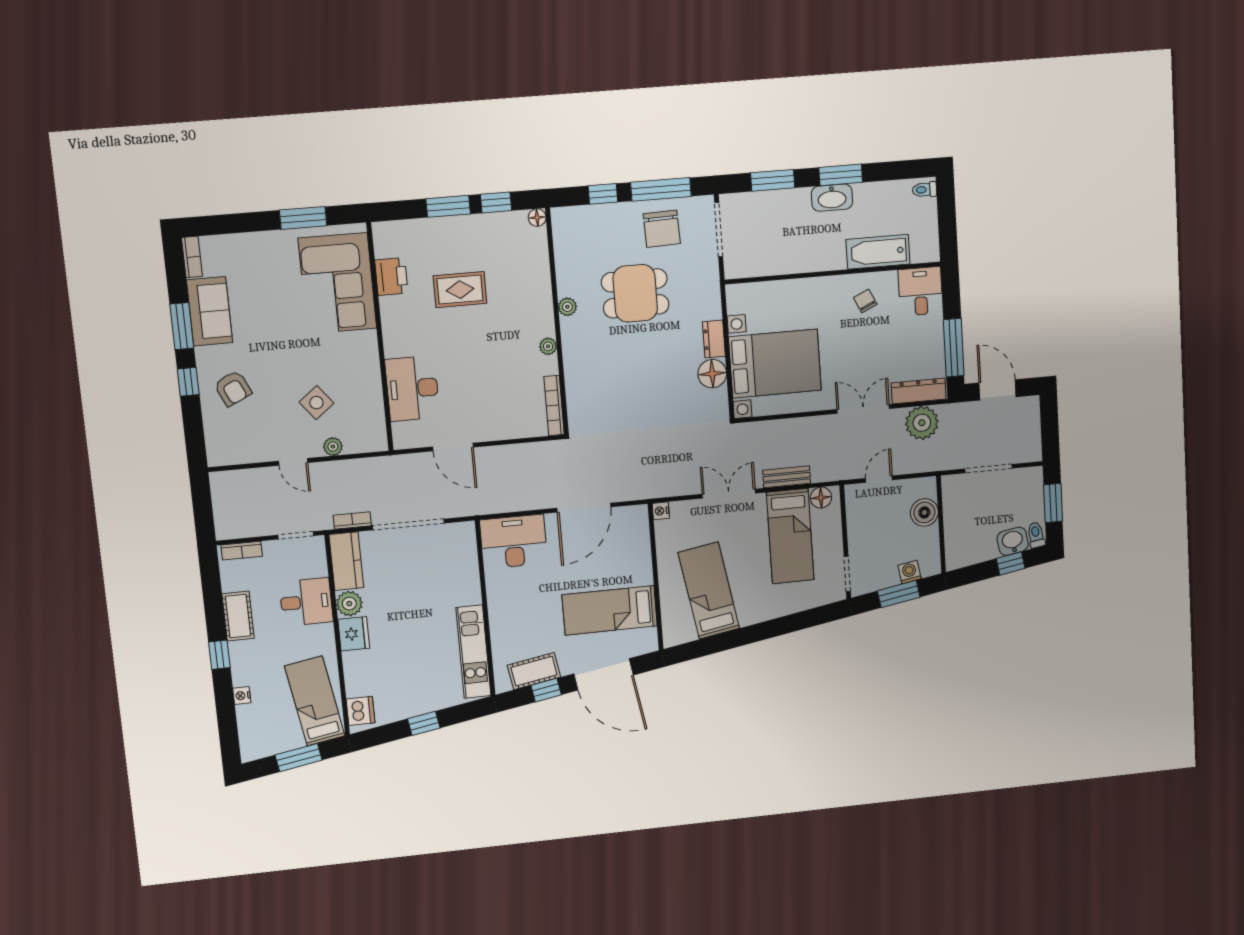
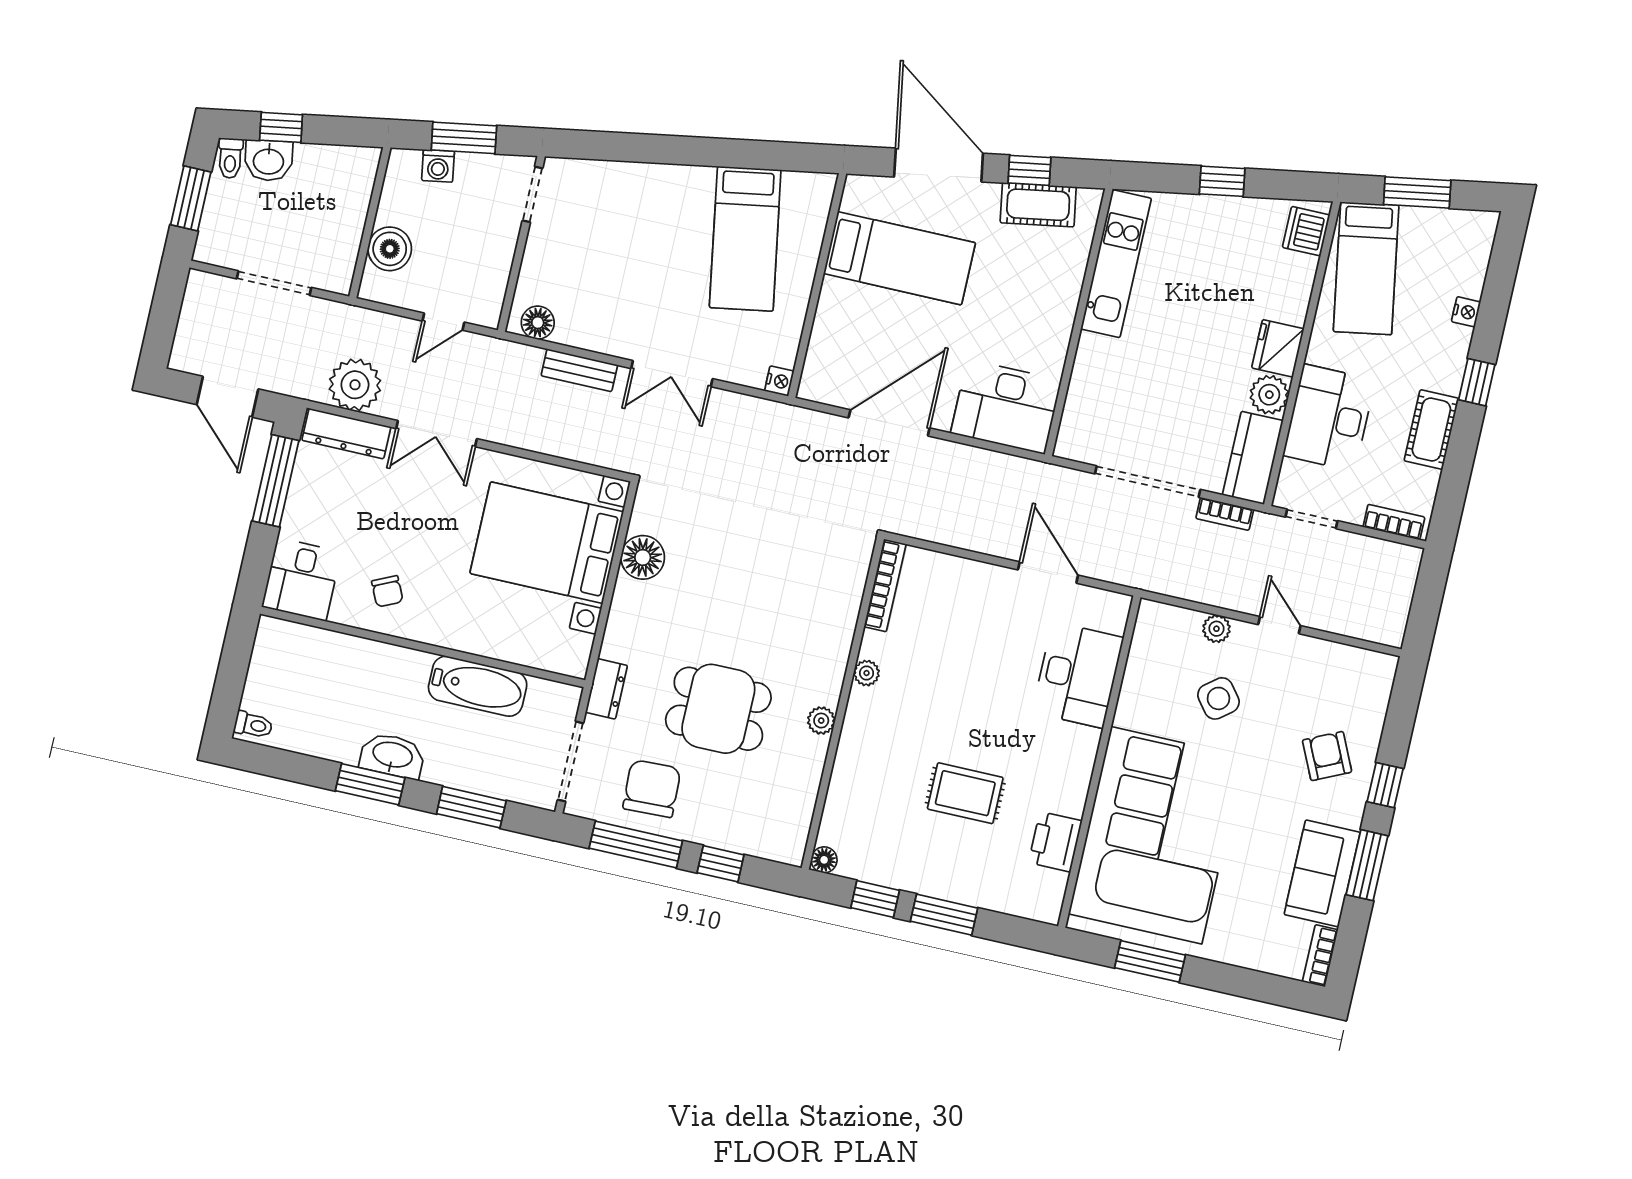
bathtub: (878, 252) -> (478, 686), moved
corner sofa: (337, 283) -> (1156, 835), width x1.36, depth x1.36
dresser: (714, 339) -> (606, 689), moved
bed: (790, 536) -> (600, 280), removed
desk: (306, 602) -> (1329, 418), width x1.37

